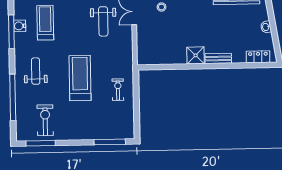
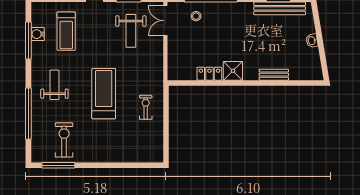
treadmill: (45, 23) -> (66, 31), turned 180
locker: (258, 57) -> (209, 74), moved
bench: (218, 58) -> (274, 75), moved
window: (110, 142) -> (136, 165), removed

